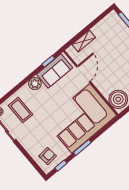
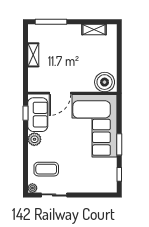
shelving: (84, 41) -> (33, 55), moved
door: (83, 74) -> (60, 93), swing flipped
armchair: (48, 156) -> (102, 179), removed

